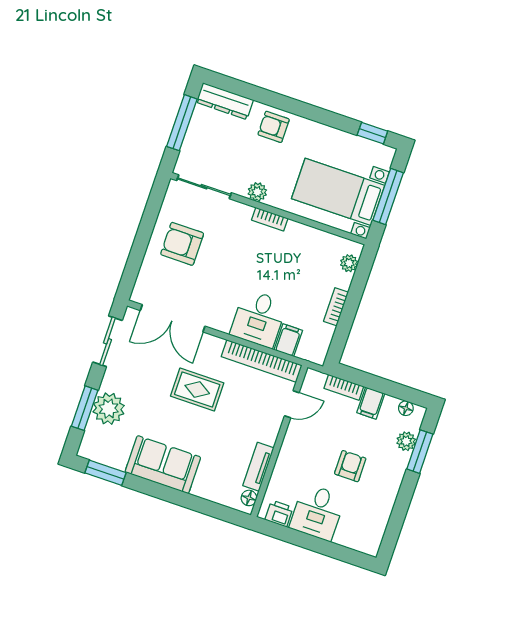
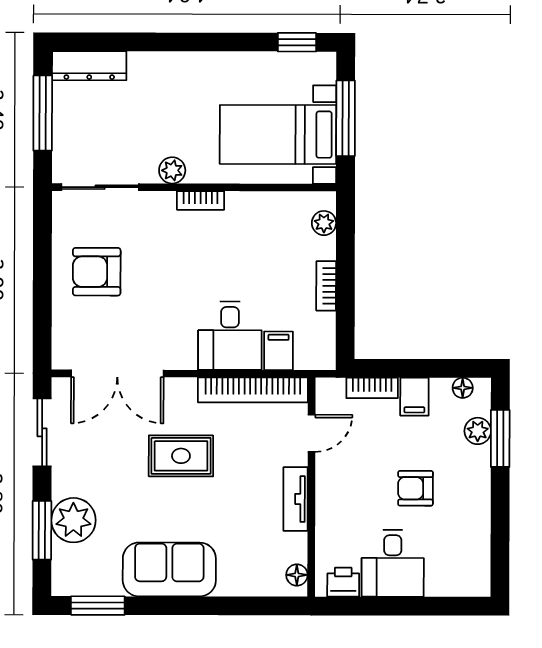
armchair: (274, 127) -> (165, 78), removed
armchair: (350, 466) -> (415, 488), turned -90
tv unit: (258, 467) -> (296, 499), moved

